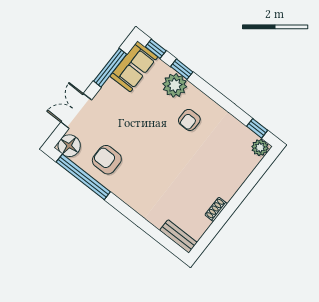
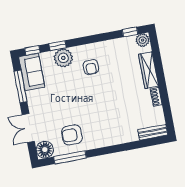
window: (83, 177) -> (70, 157), width x0.68
wardrobe: (236, 179) -> (149, 70), added

